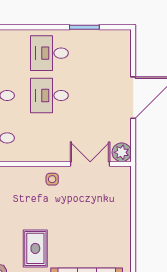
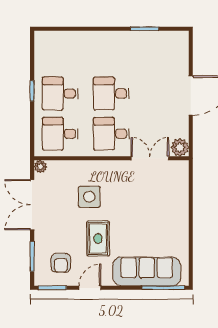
desk: (49, 53) -> (111, 134), moved
side table: (52, 179) -> (89, 197), moved, width x1.87, depth x1.87

